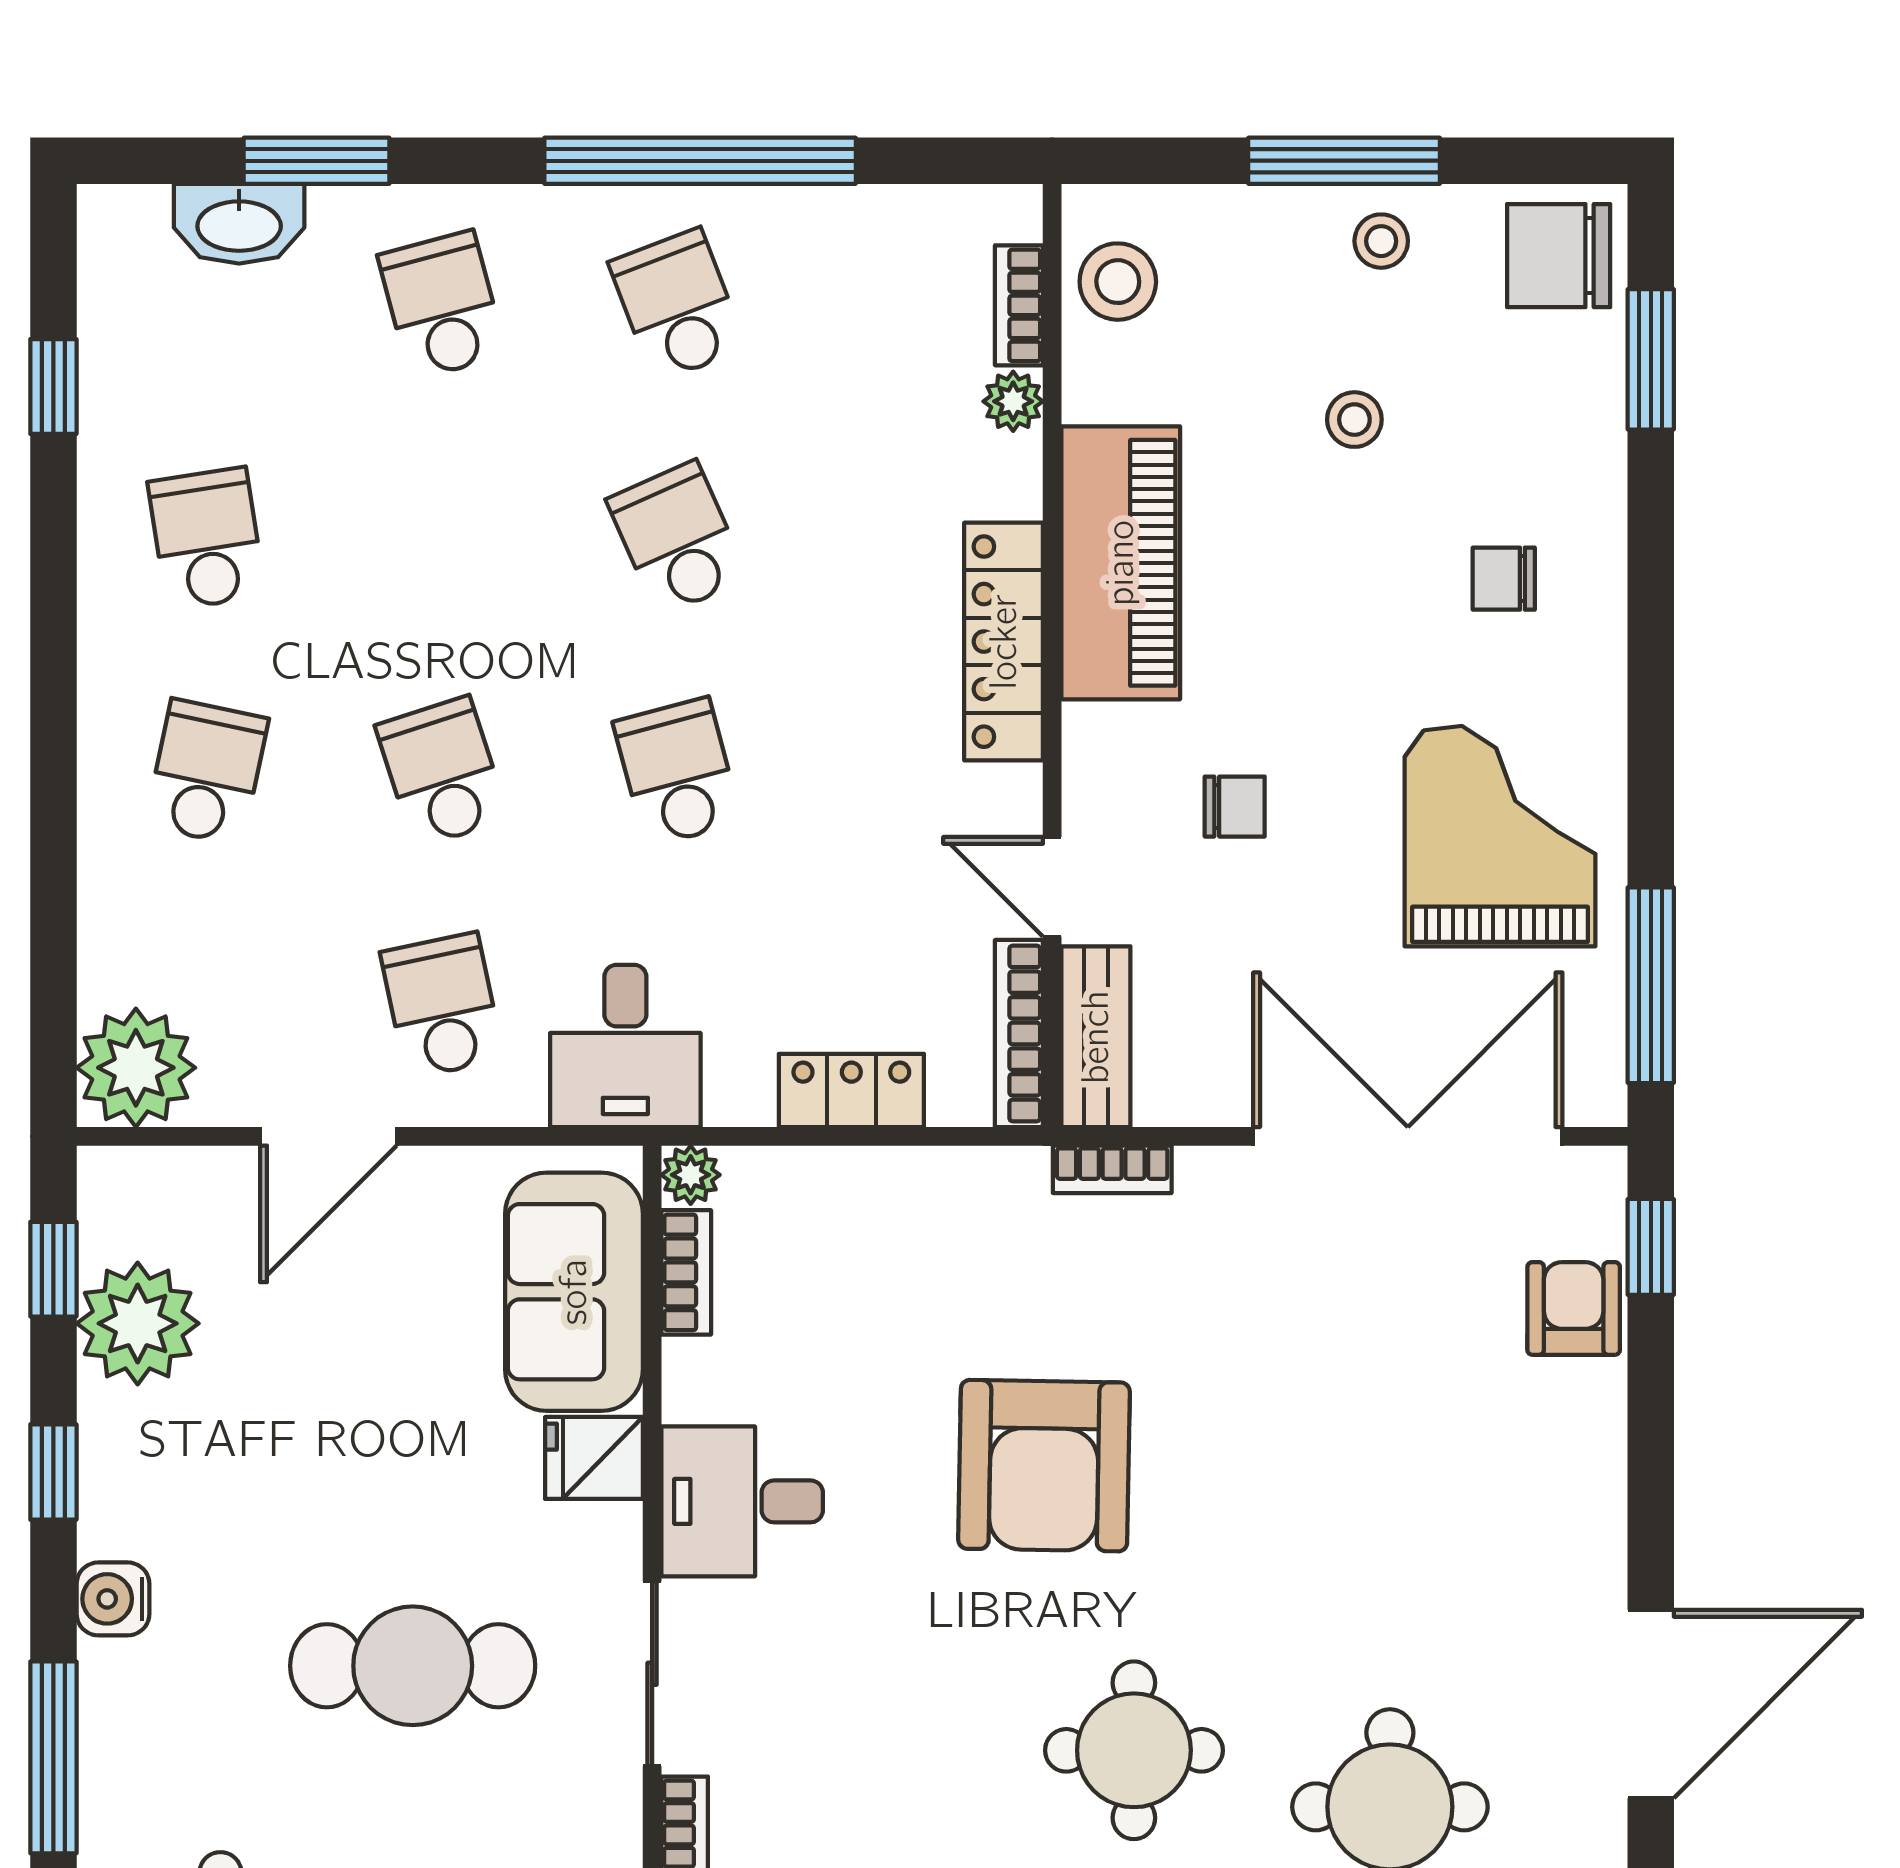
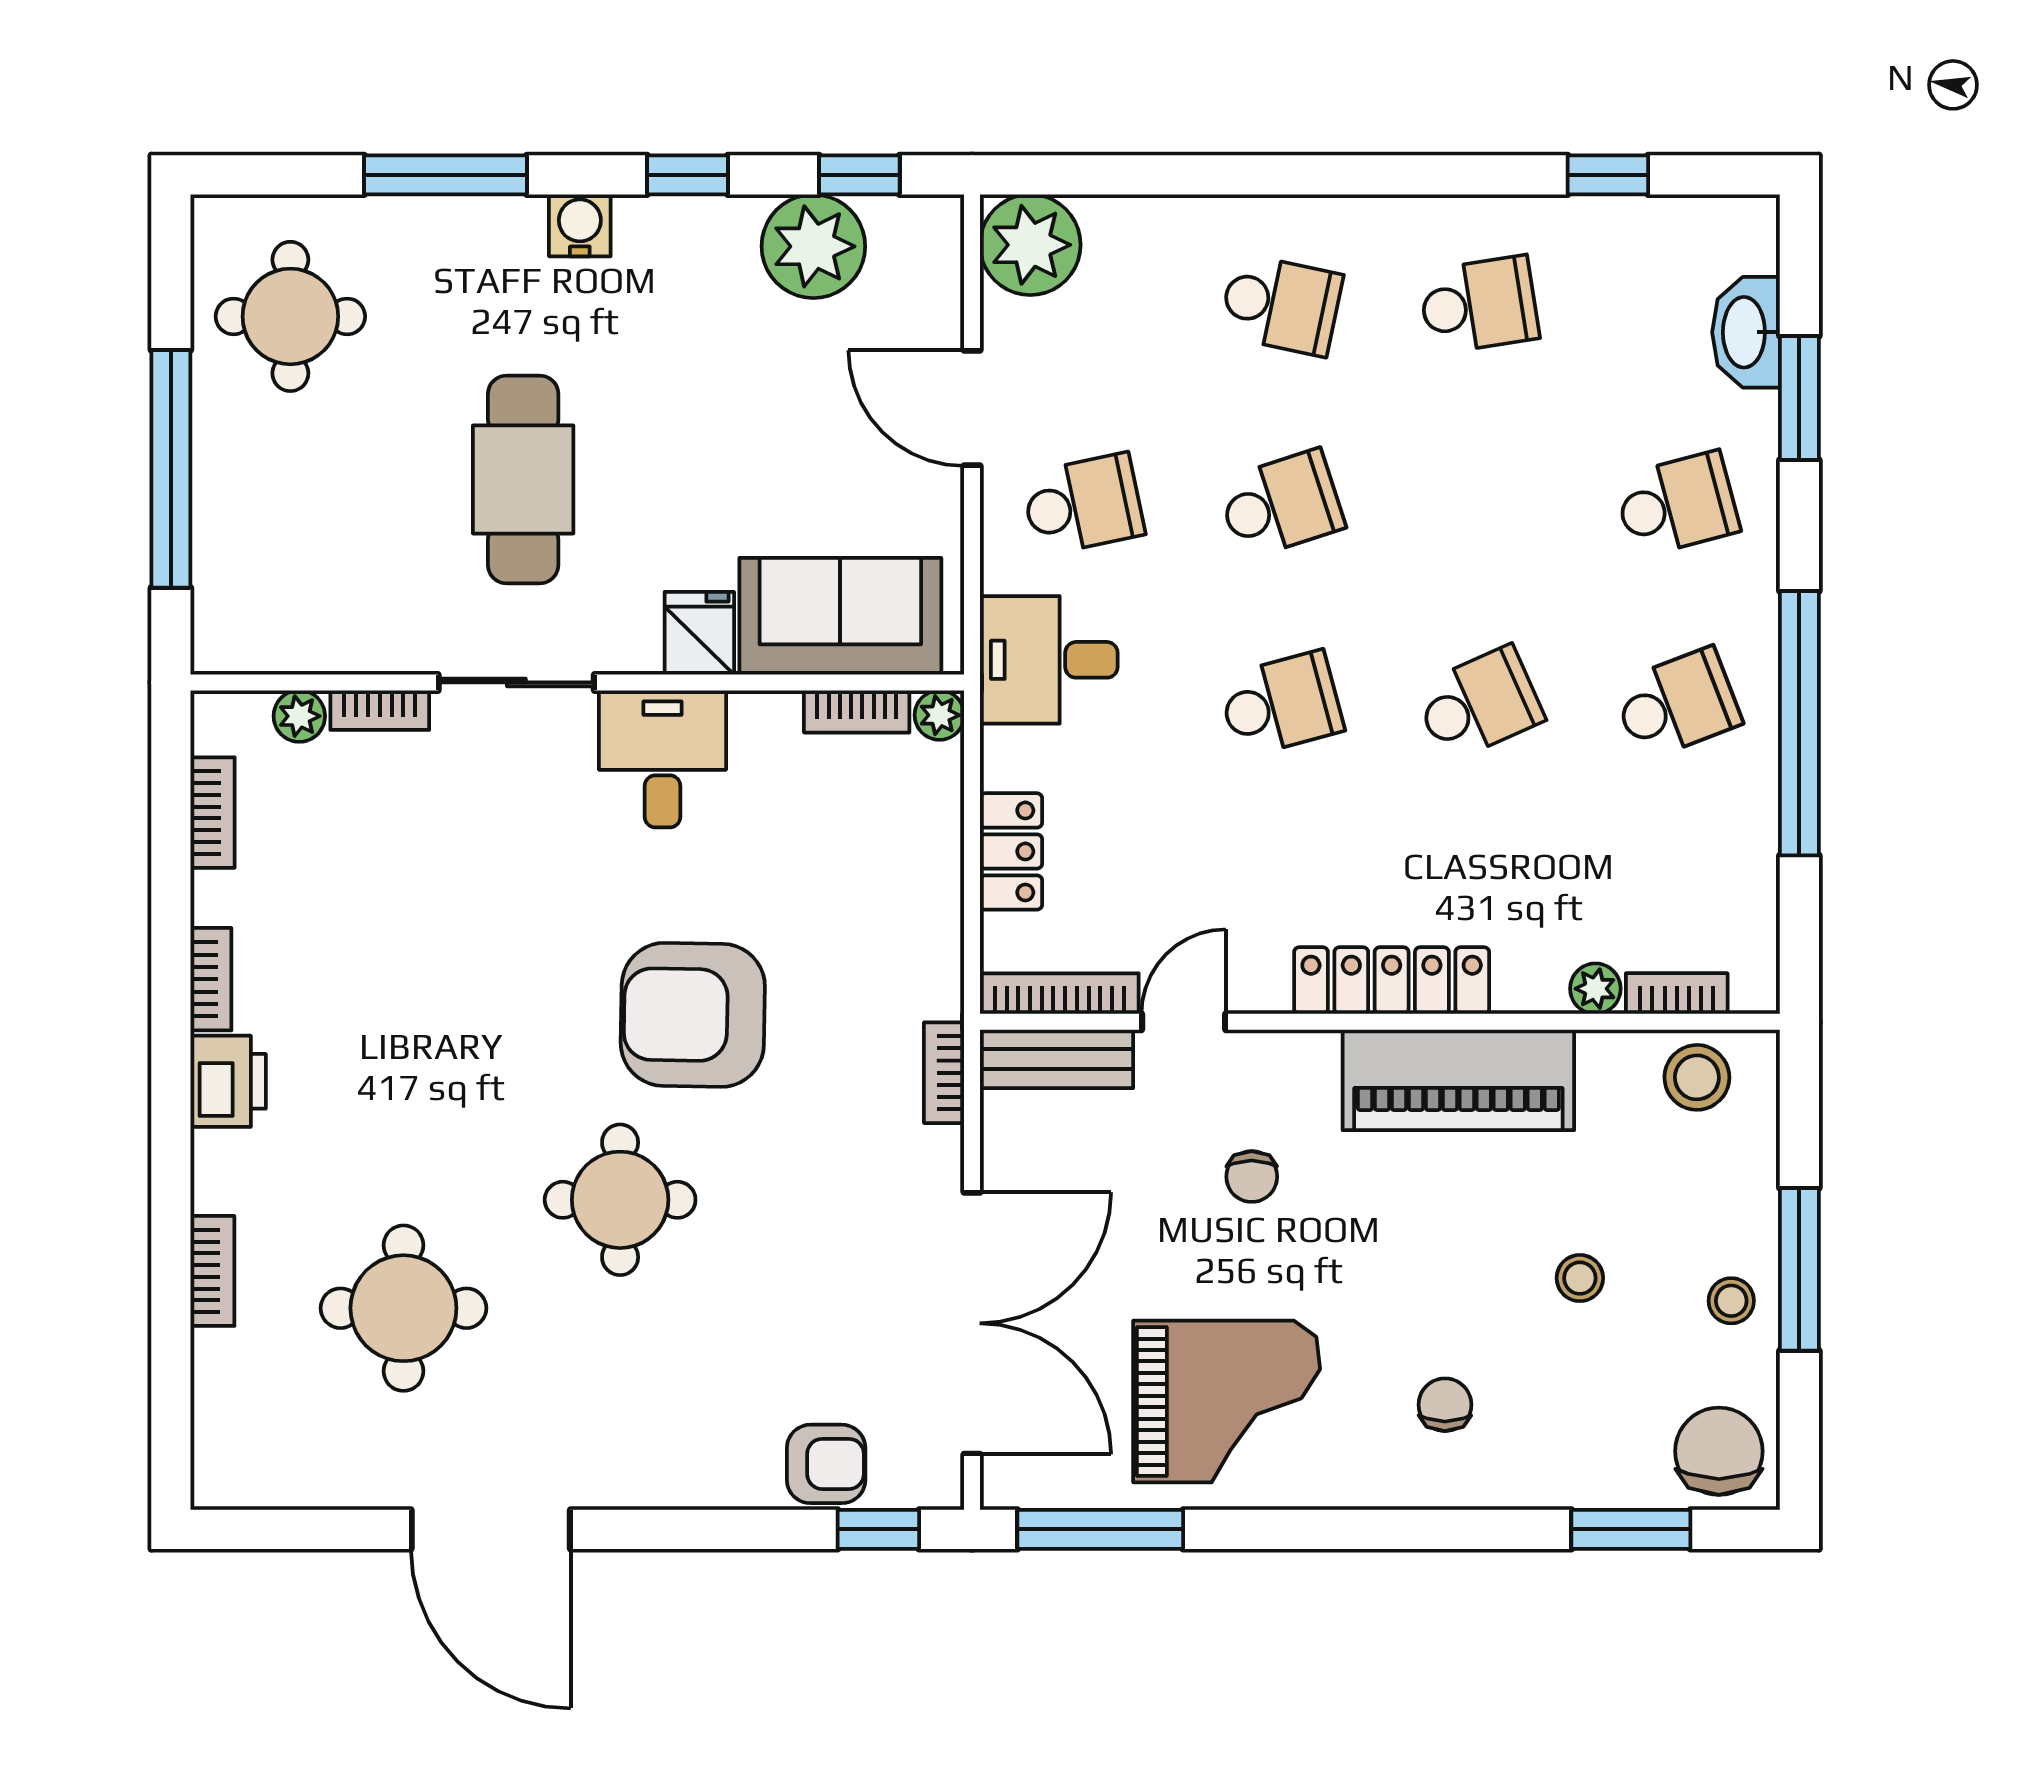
round table: (1134, 1750) -> (620, 1200), moved

